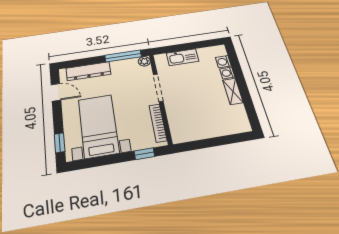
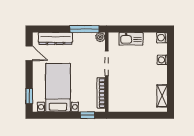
washing machine: (223, 62) -> (162, 38), moved
shelving: (233, 91) -> (162, 96), moved

